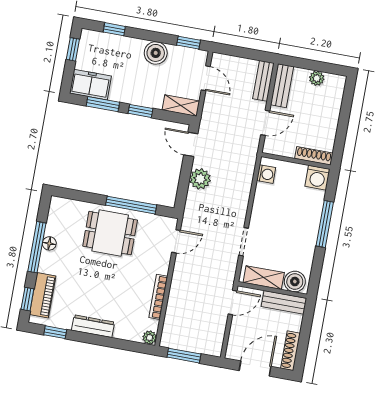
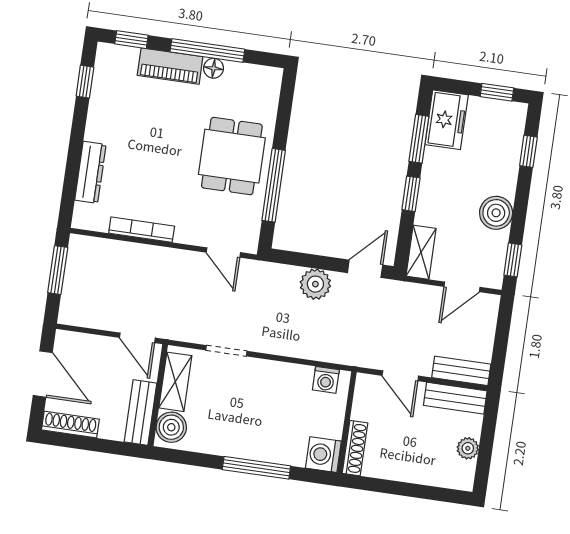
piano: (43, 295) -> (170, 66), moved
dresser: (93, 326) -> (90, 172), moved
plant: (150, 338) -> (82, 219), removed

